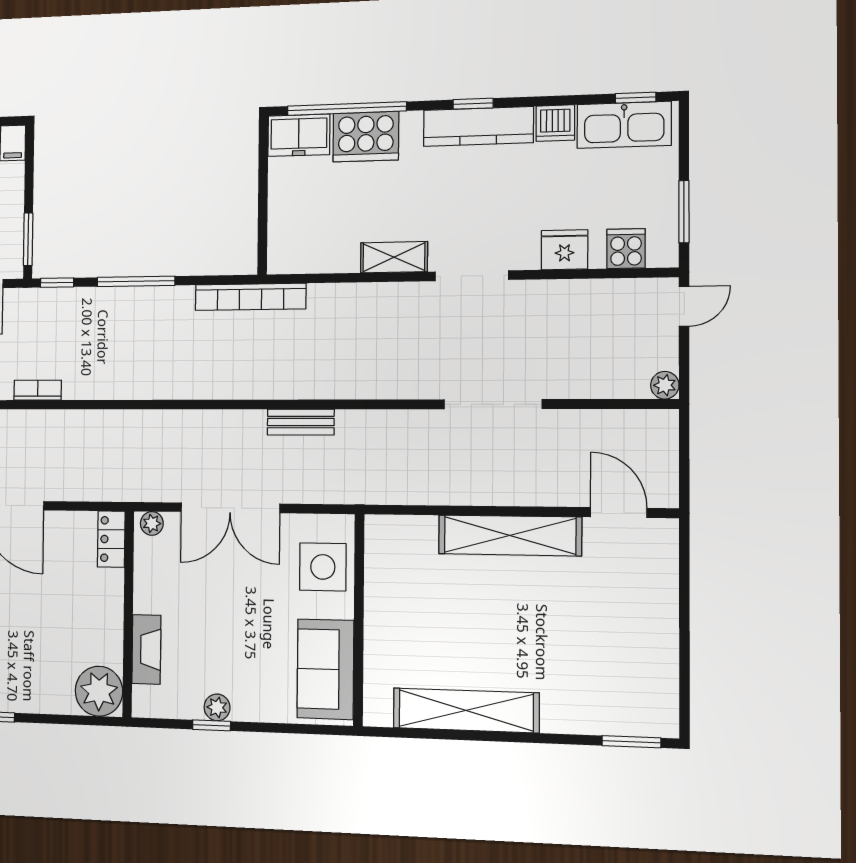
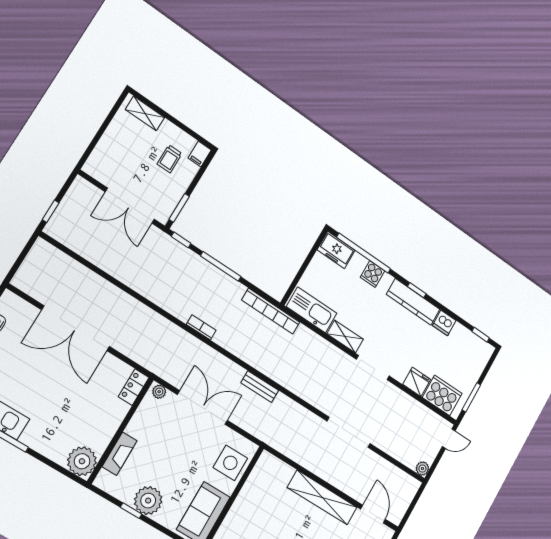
kitchen sink: (624, 125) -> (312, 310), moved, turned 180
cooker: (366, 137) -> (373, 274), width x0.53, depth x0.76
cooker: (626, 249) -> (442, 395), width x1.87, depth x1.31
bookcase: (38, 390) -> (201, 327), moved
double door: (230, 508) -> (203, 408), swing flipped
plant: (217, 707) -> (148, 501), width x1.88, depth x1.88

